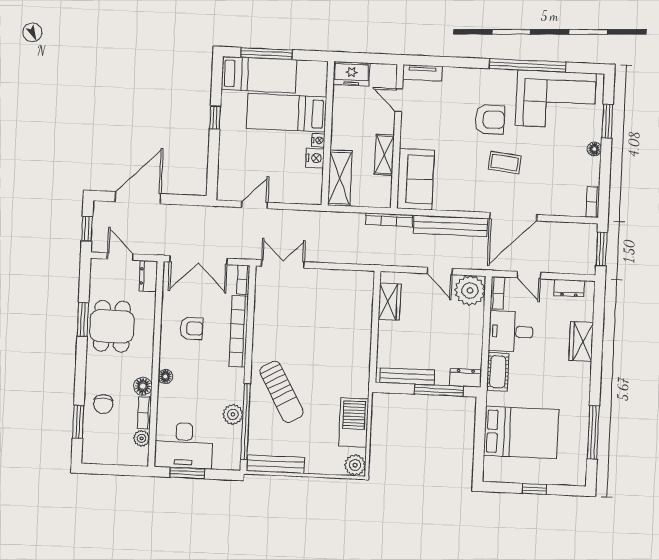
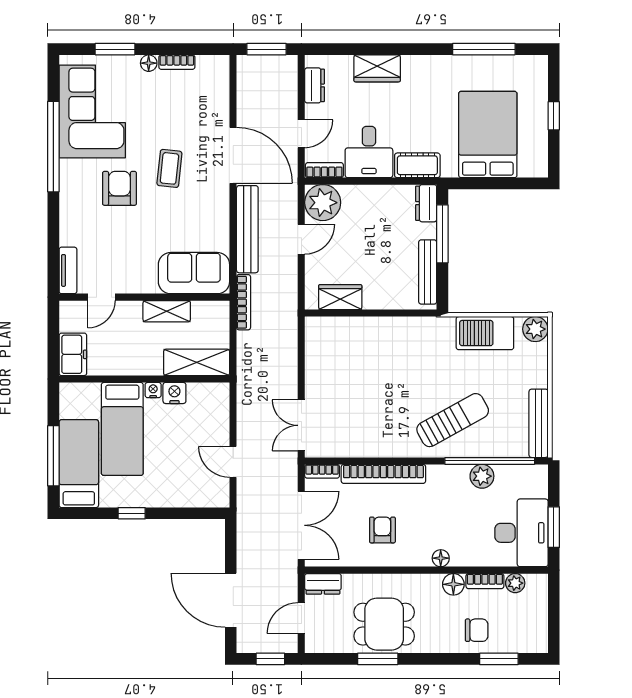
bookcase: (593, 202) -> (177, 62), moved

